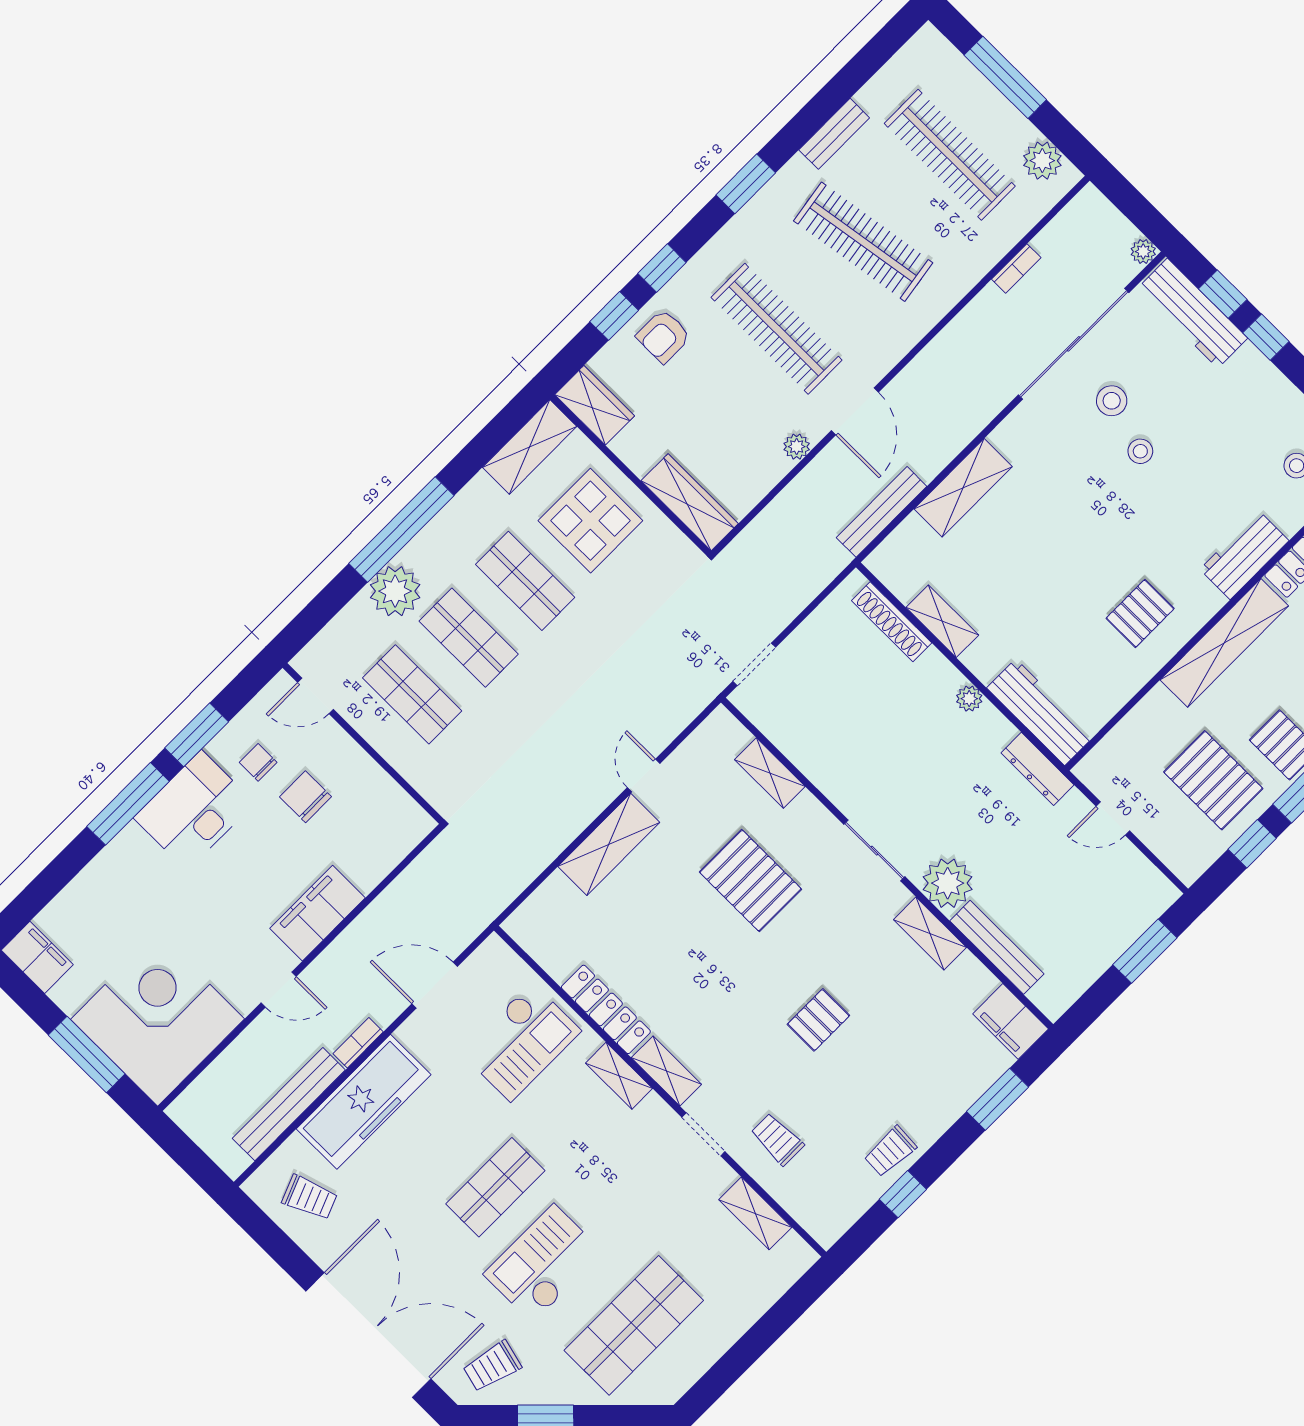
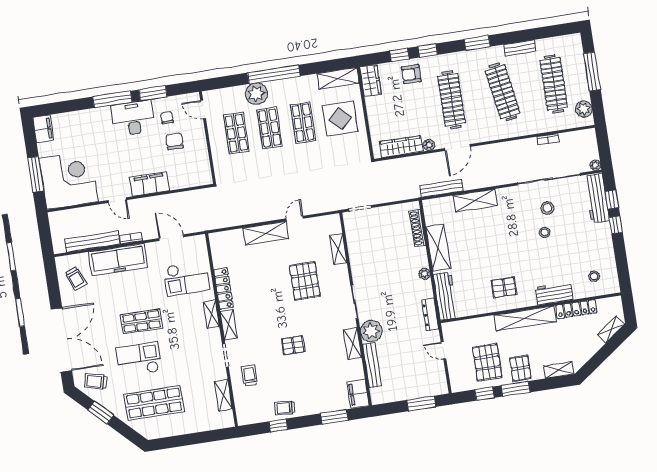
wardrobe: (690, 502) -> (401, 147), moved, turned -90
shelving: (942, 621) -> (438, 248), width x1.50, depth x1.33

